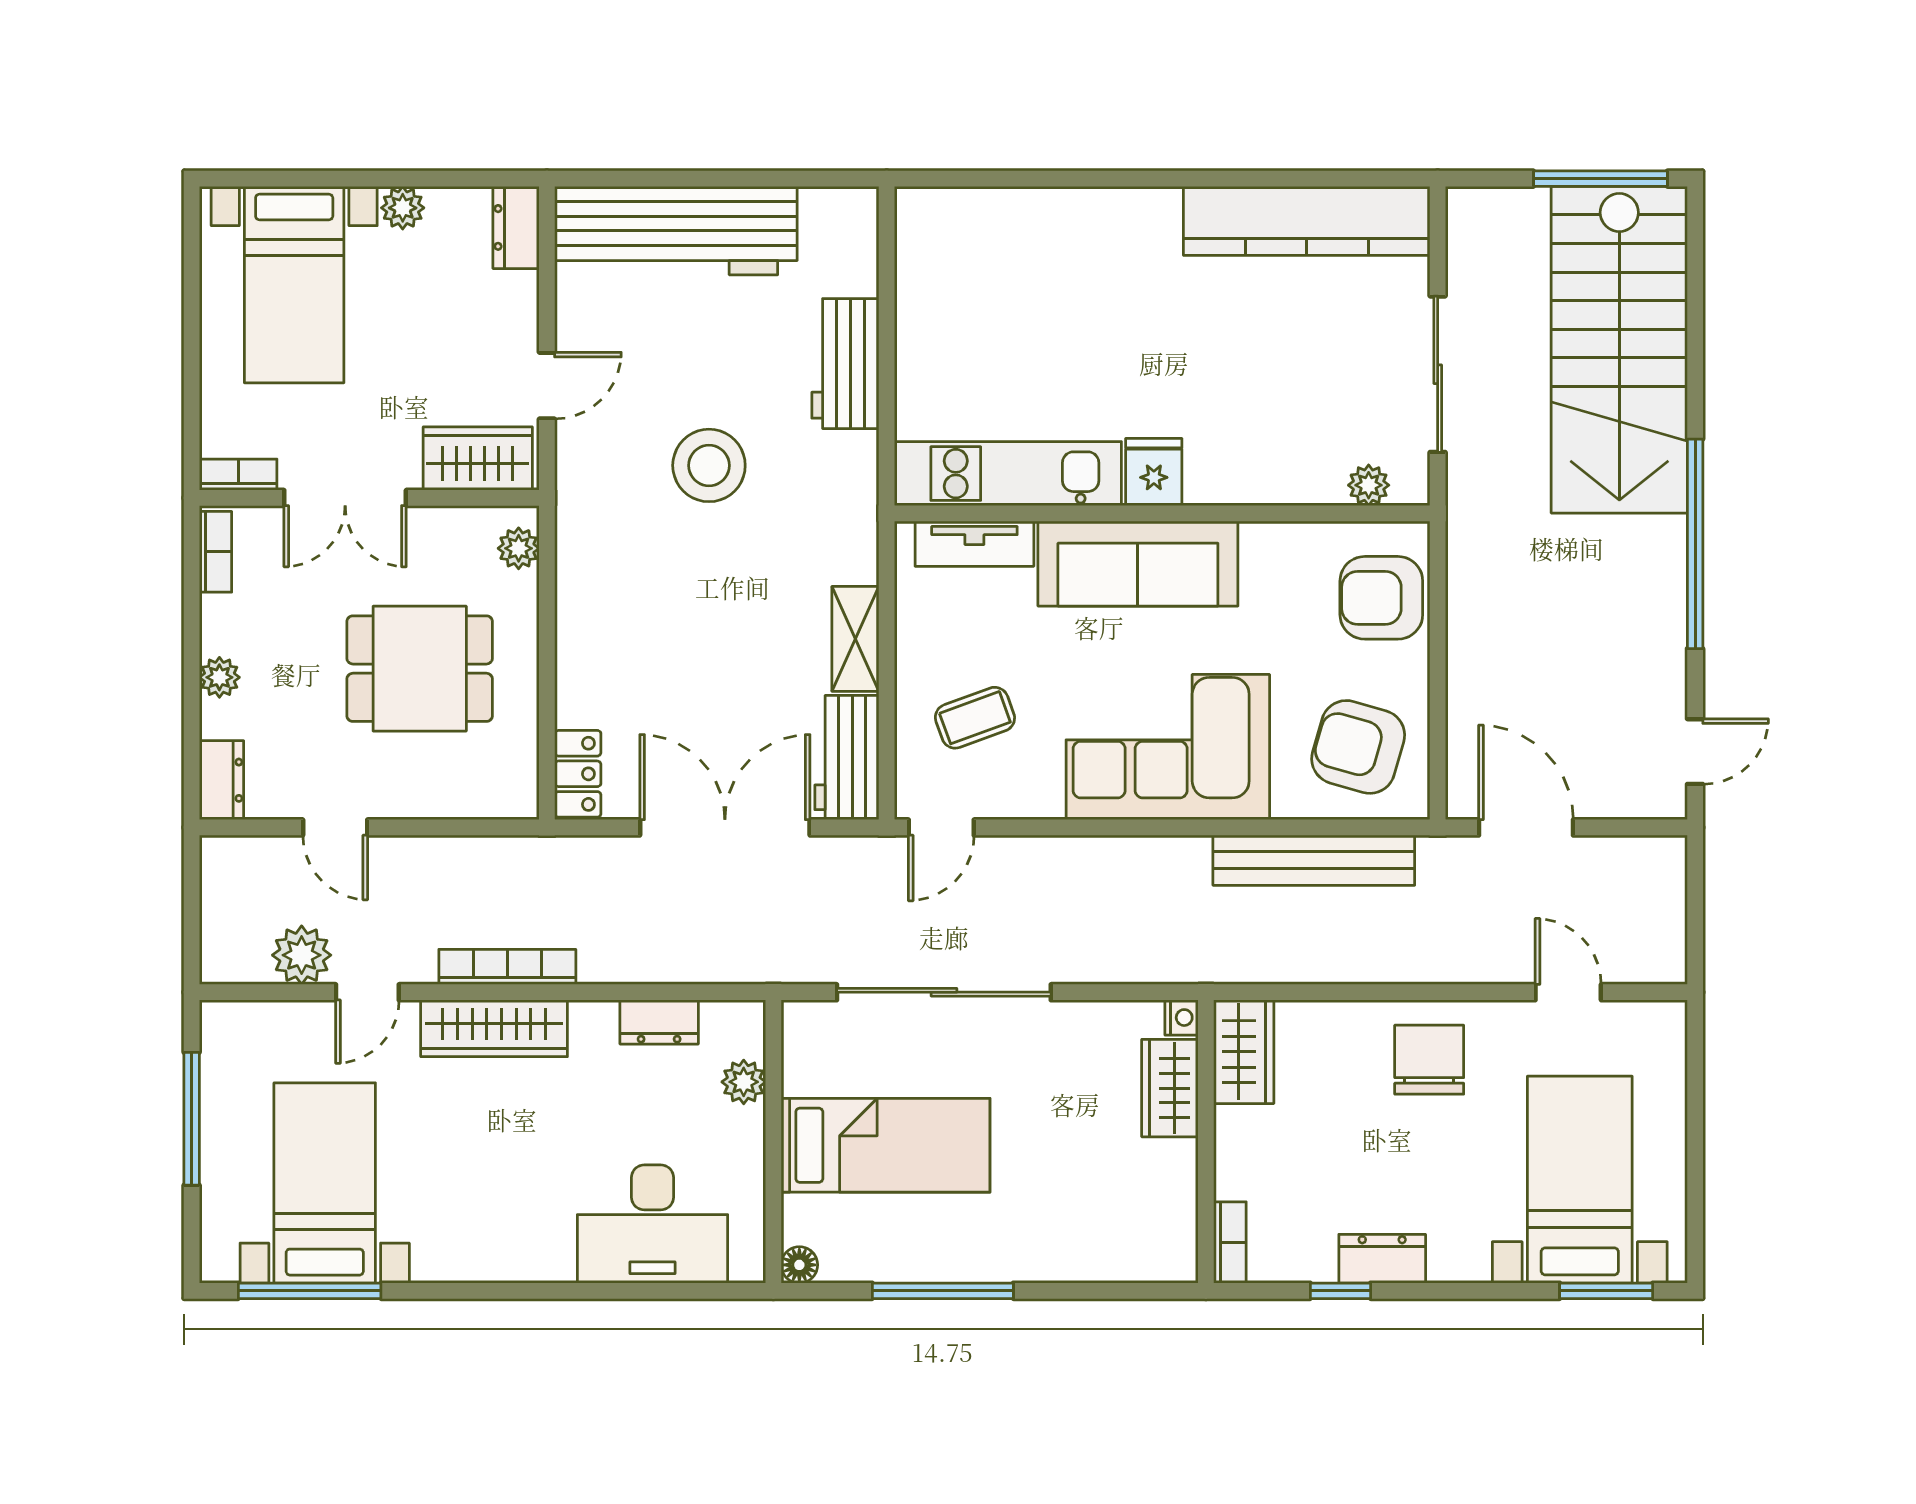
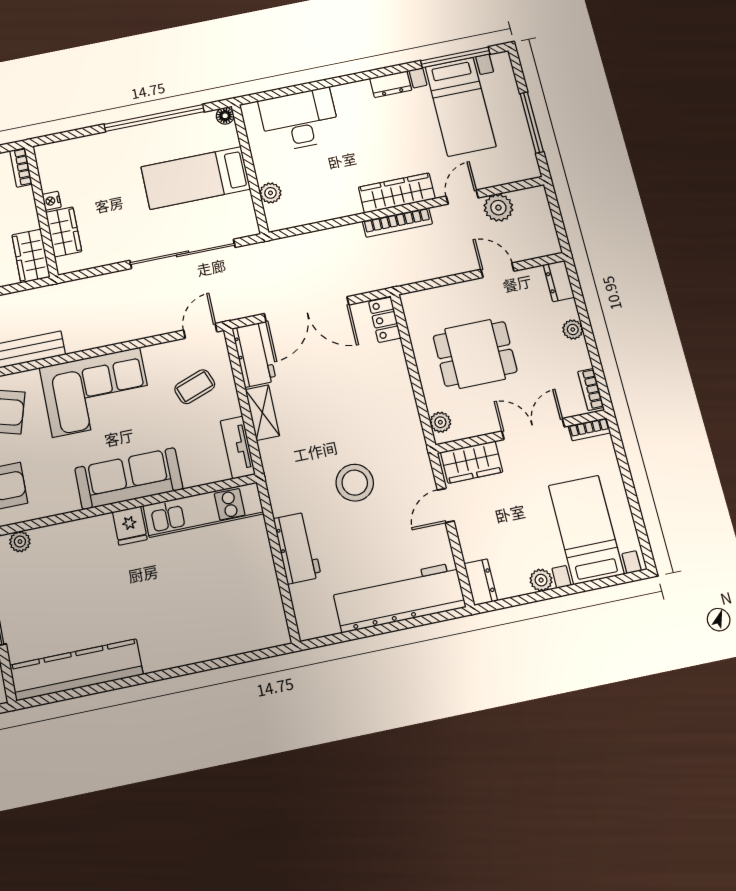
tv unit: (974, 544) -> (238, 448), moved, turned -90
nightstand: (1182, 1018) -> (52, 201), moved
dresser: (659, 1022) -> (391, 84), moved, turned 180
window: (943, 1291) -> (154, 118), width x1.46

